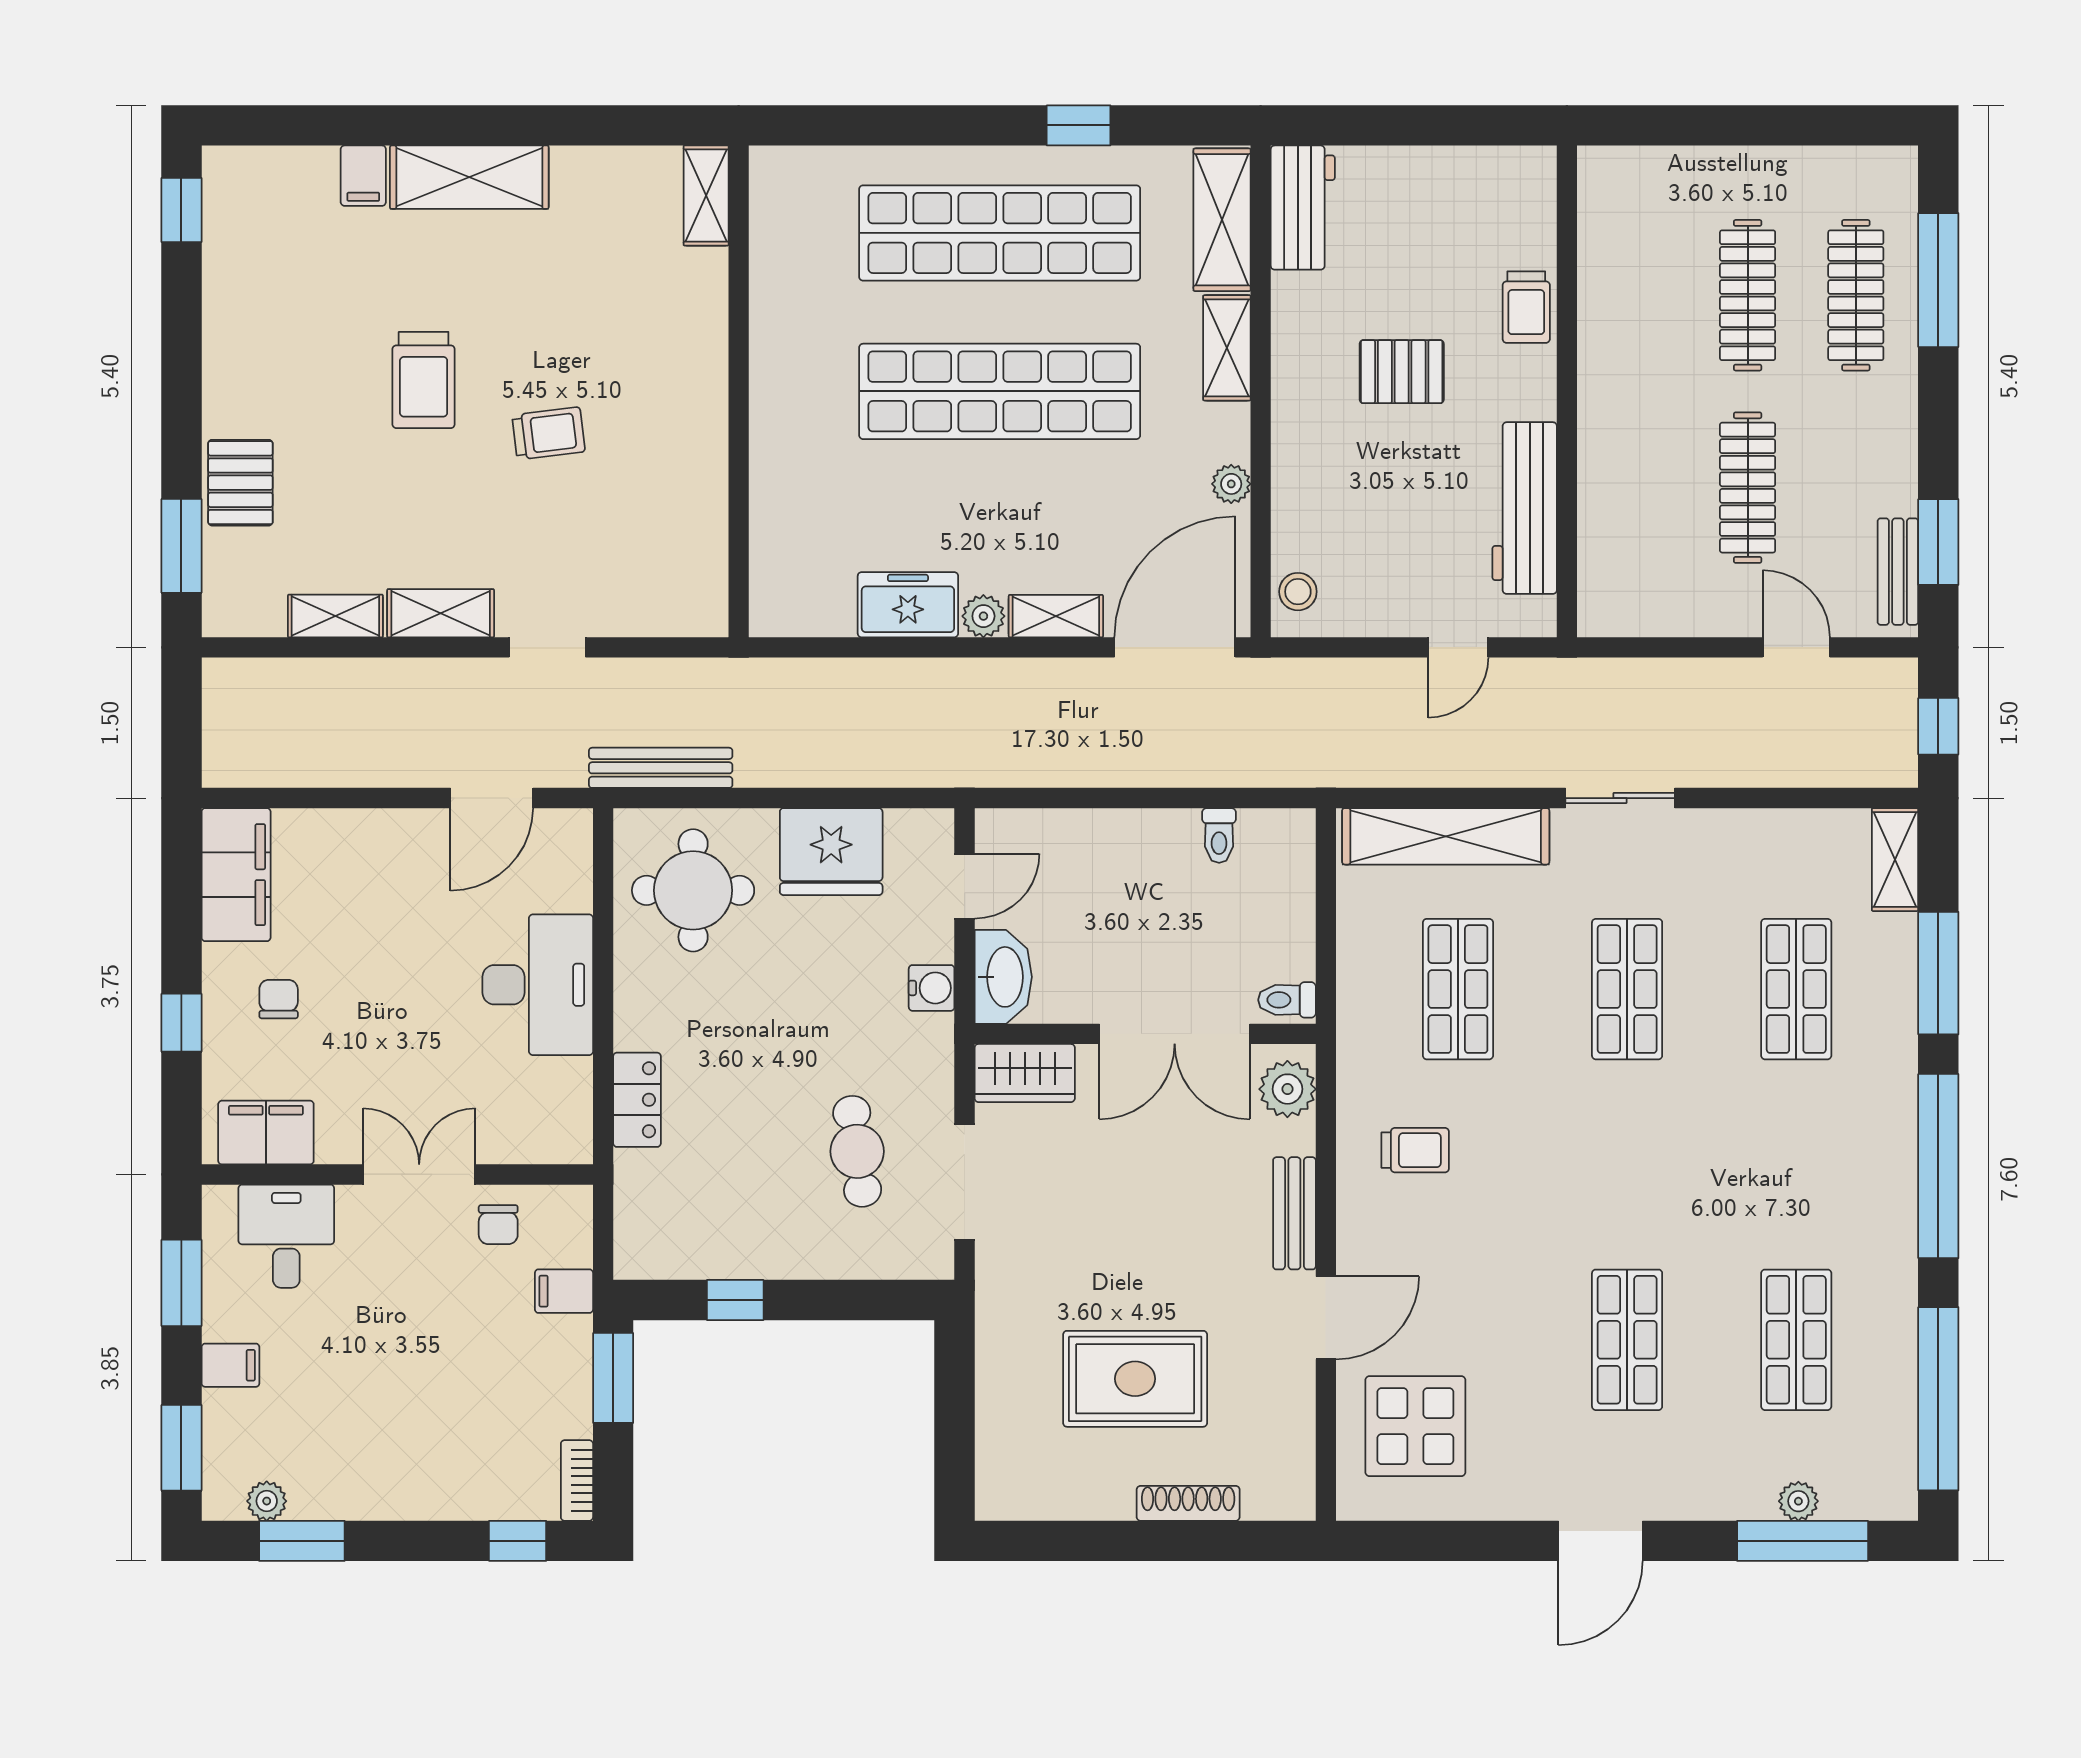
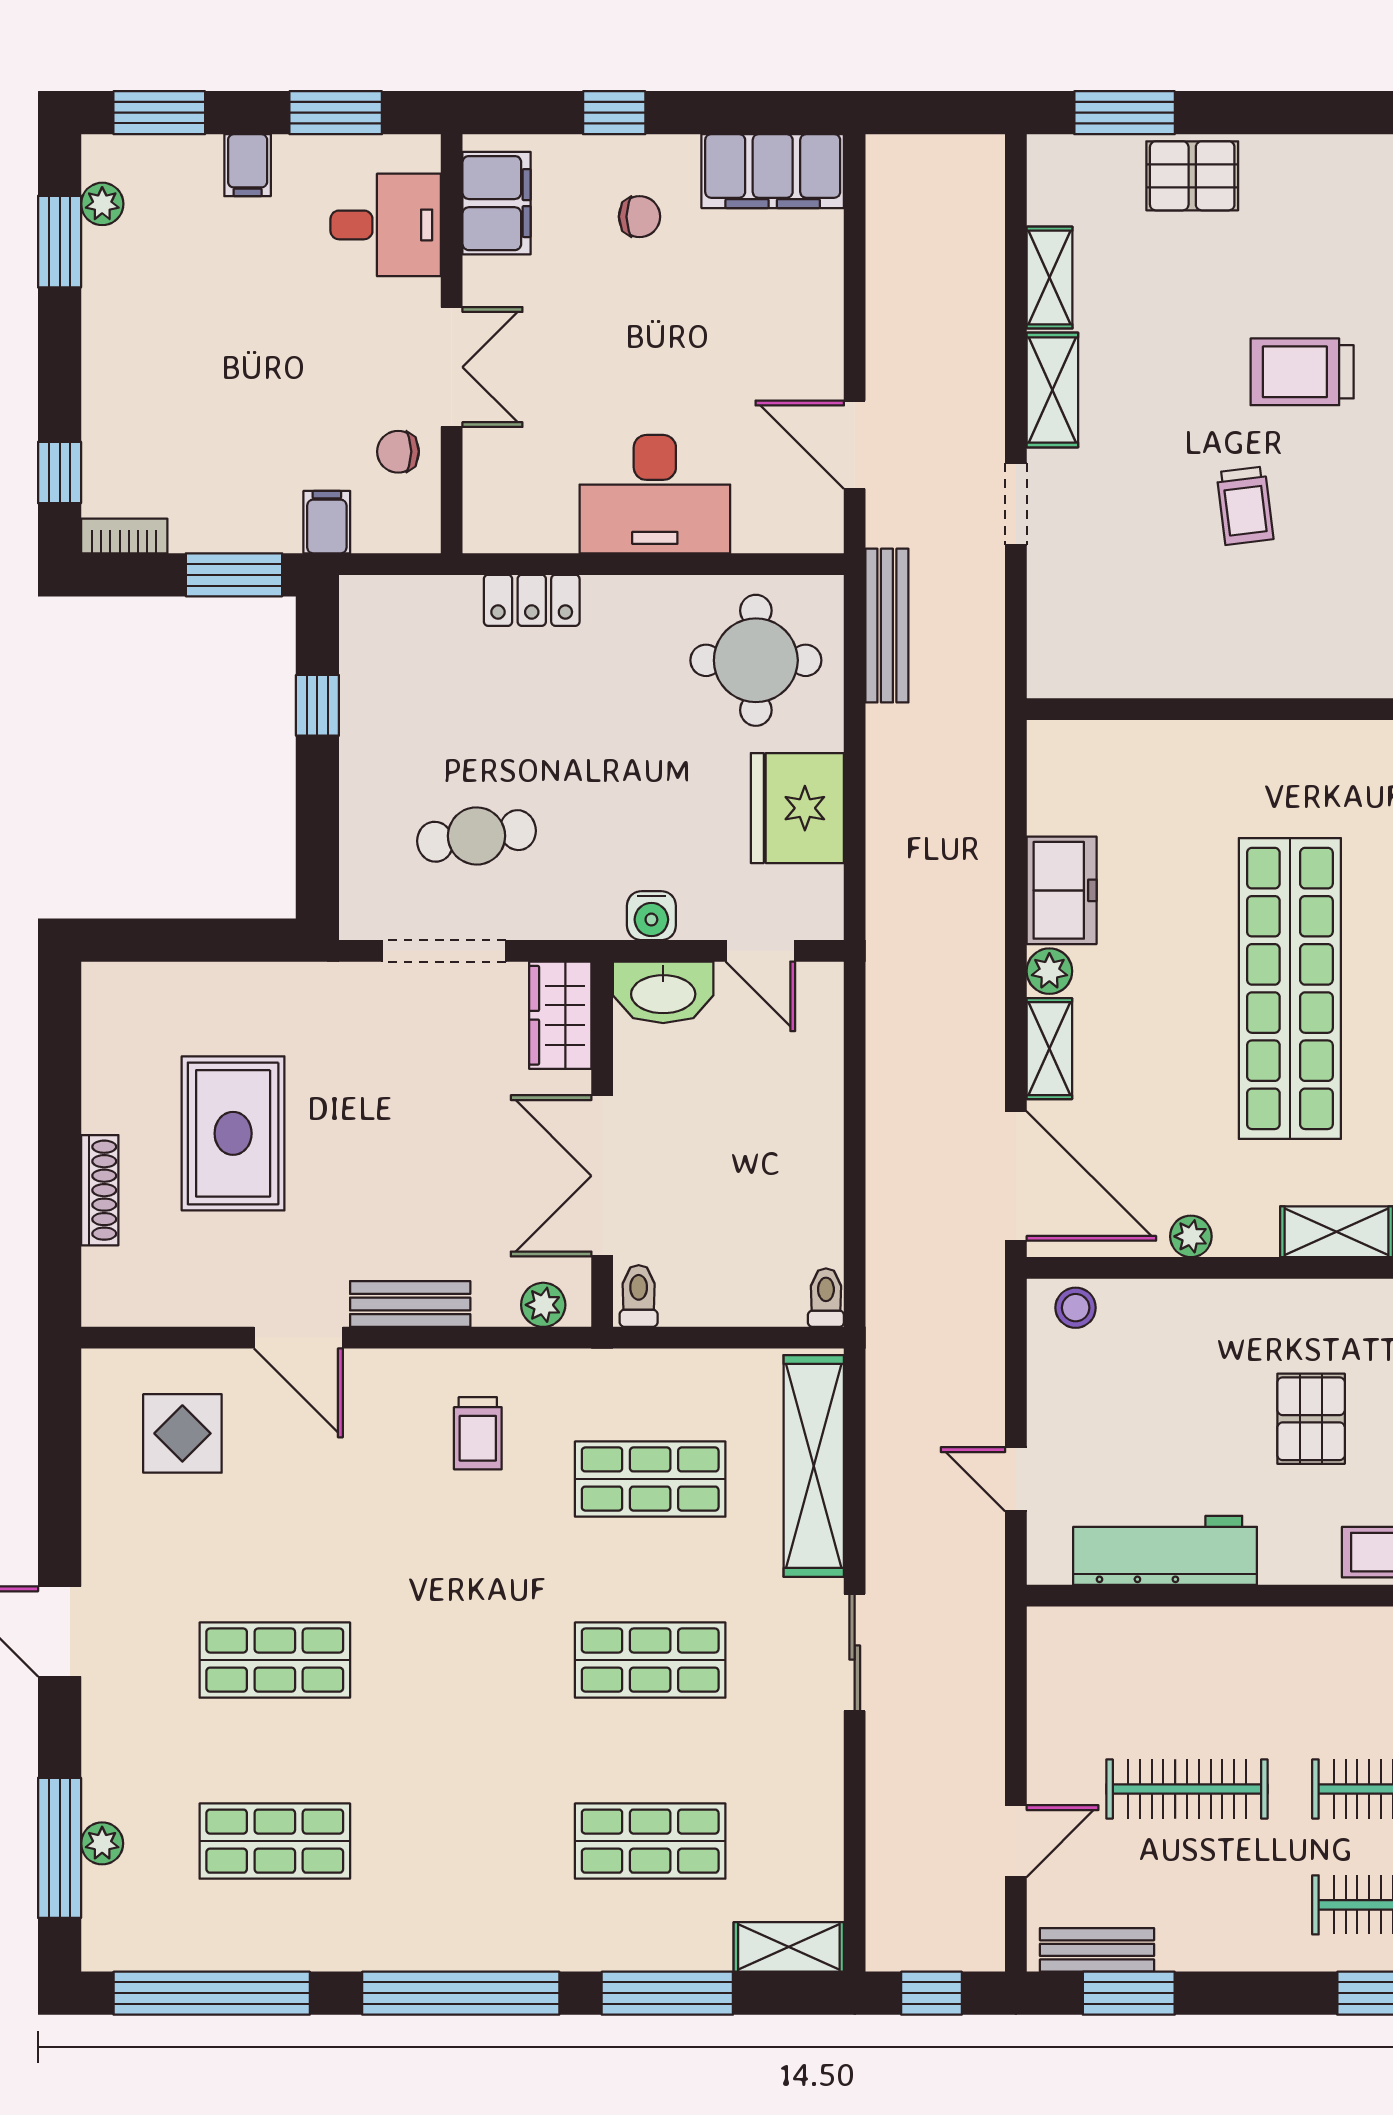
toilet: (1219, 835) -> (826, 1298), moved, turned 90
plant: (1287, 1089) -> (543, 1305), width x0.73, depth x0.73
display table: (1415, 1426) -> (182, 1433), width x0.73, depth x0.73

